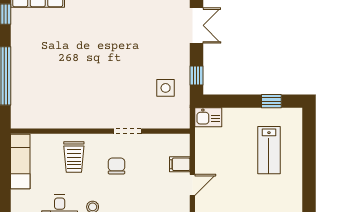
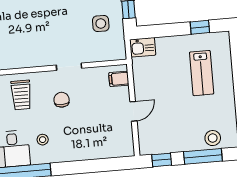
filing cabinet: (180, 164) -> (119, 79), moved

